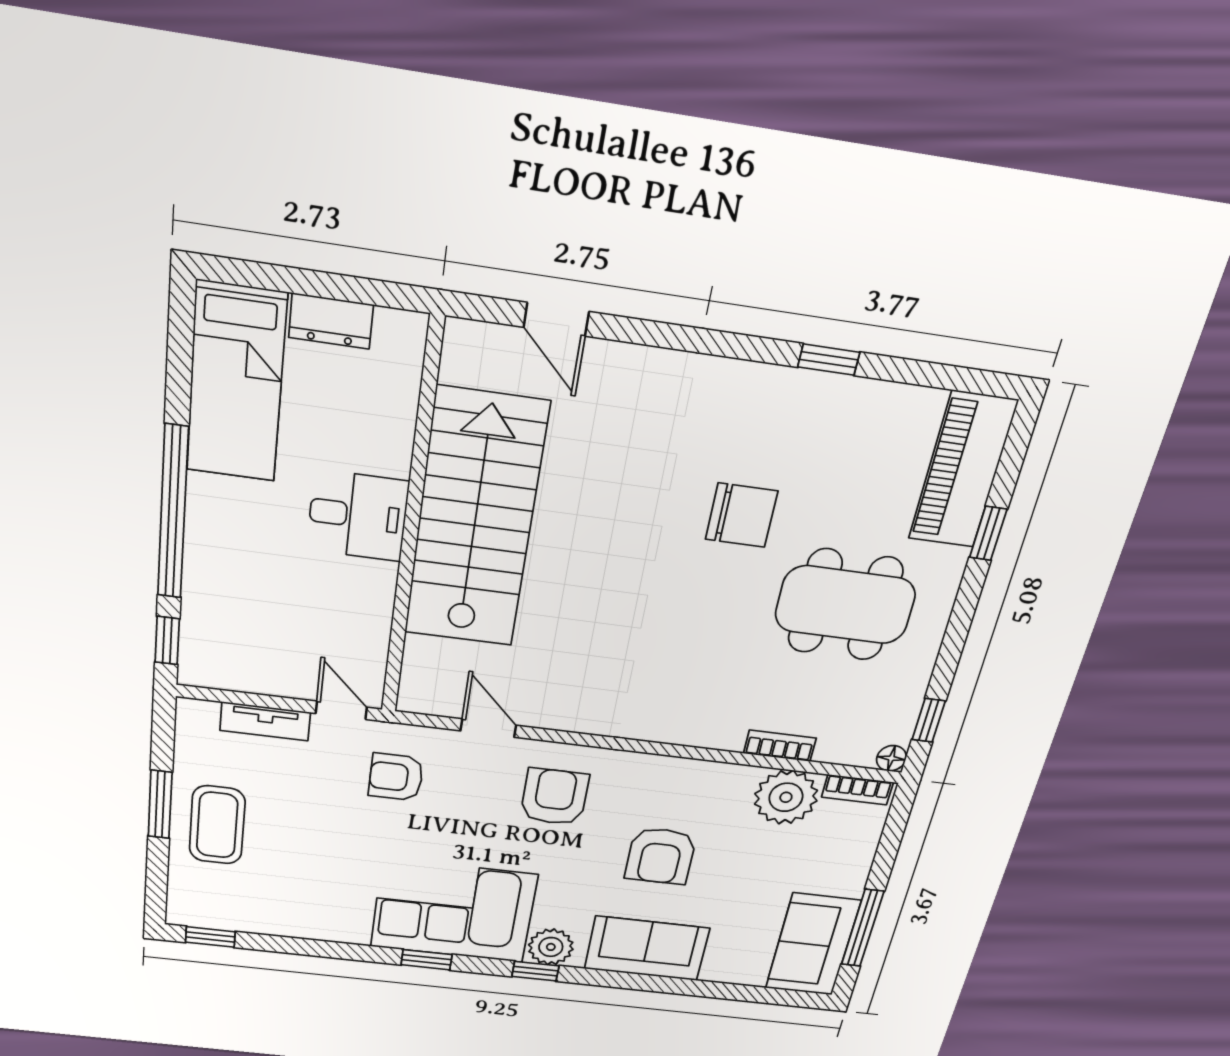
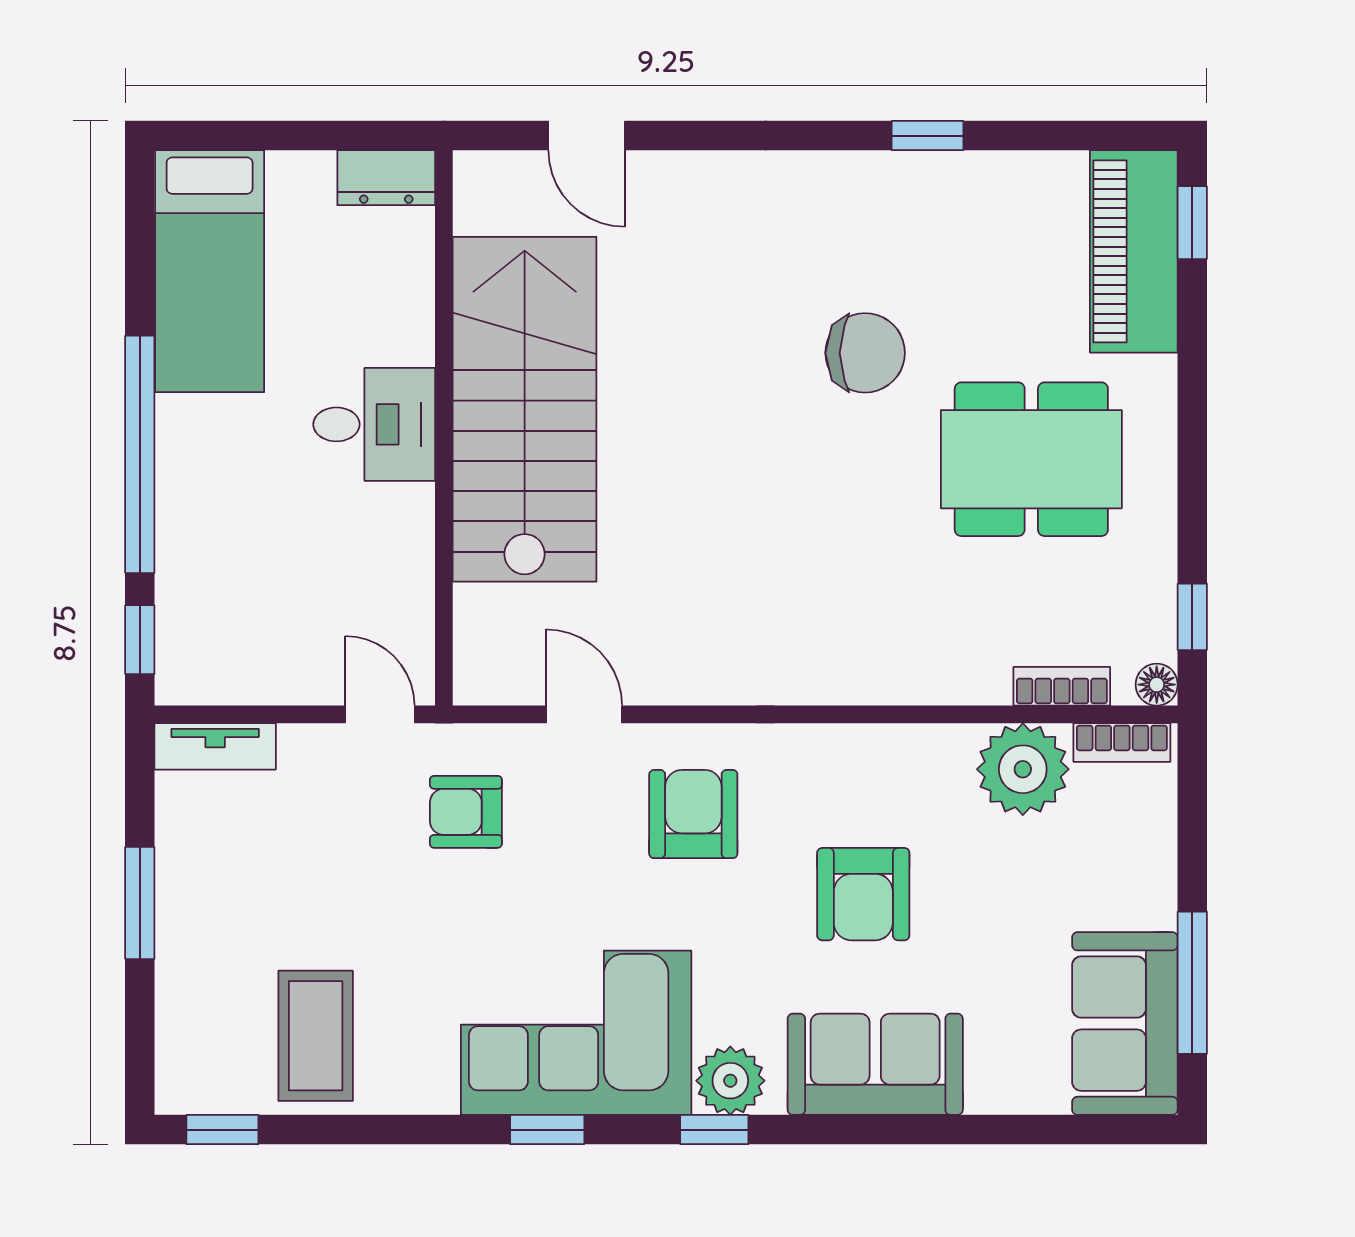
dresser: (331, 321) -> (386, 178), moved
window: (988, 533) -> (1192, 223), moved
tv unit: (265, 721) -> (215, 746), moved
bookcase: (780, 746) -> (1062, 686), moved
coffee table: (217, 825) -> (316, 1036), moved

